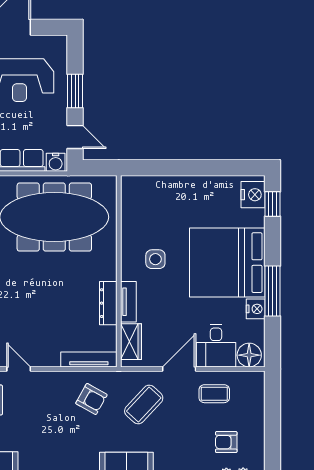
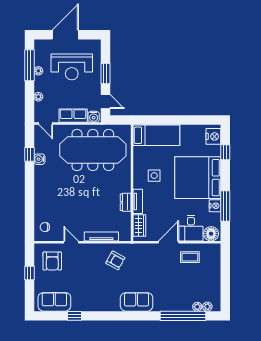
bed: (159, 193) -> (156, 135), added
window: (272, 204) -> (225, 152), moved
window: (272, 291) -> (225, 206), moved
dresser: (108, 303) -> (126, 202), width x0.70
tv unit: (89, 359) -> (101, 236), moved
coffee table: (144, 405) -> (147, 264), removed
armchair: (226, 442) -> (197, 287), removed

